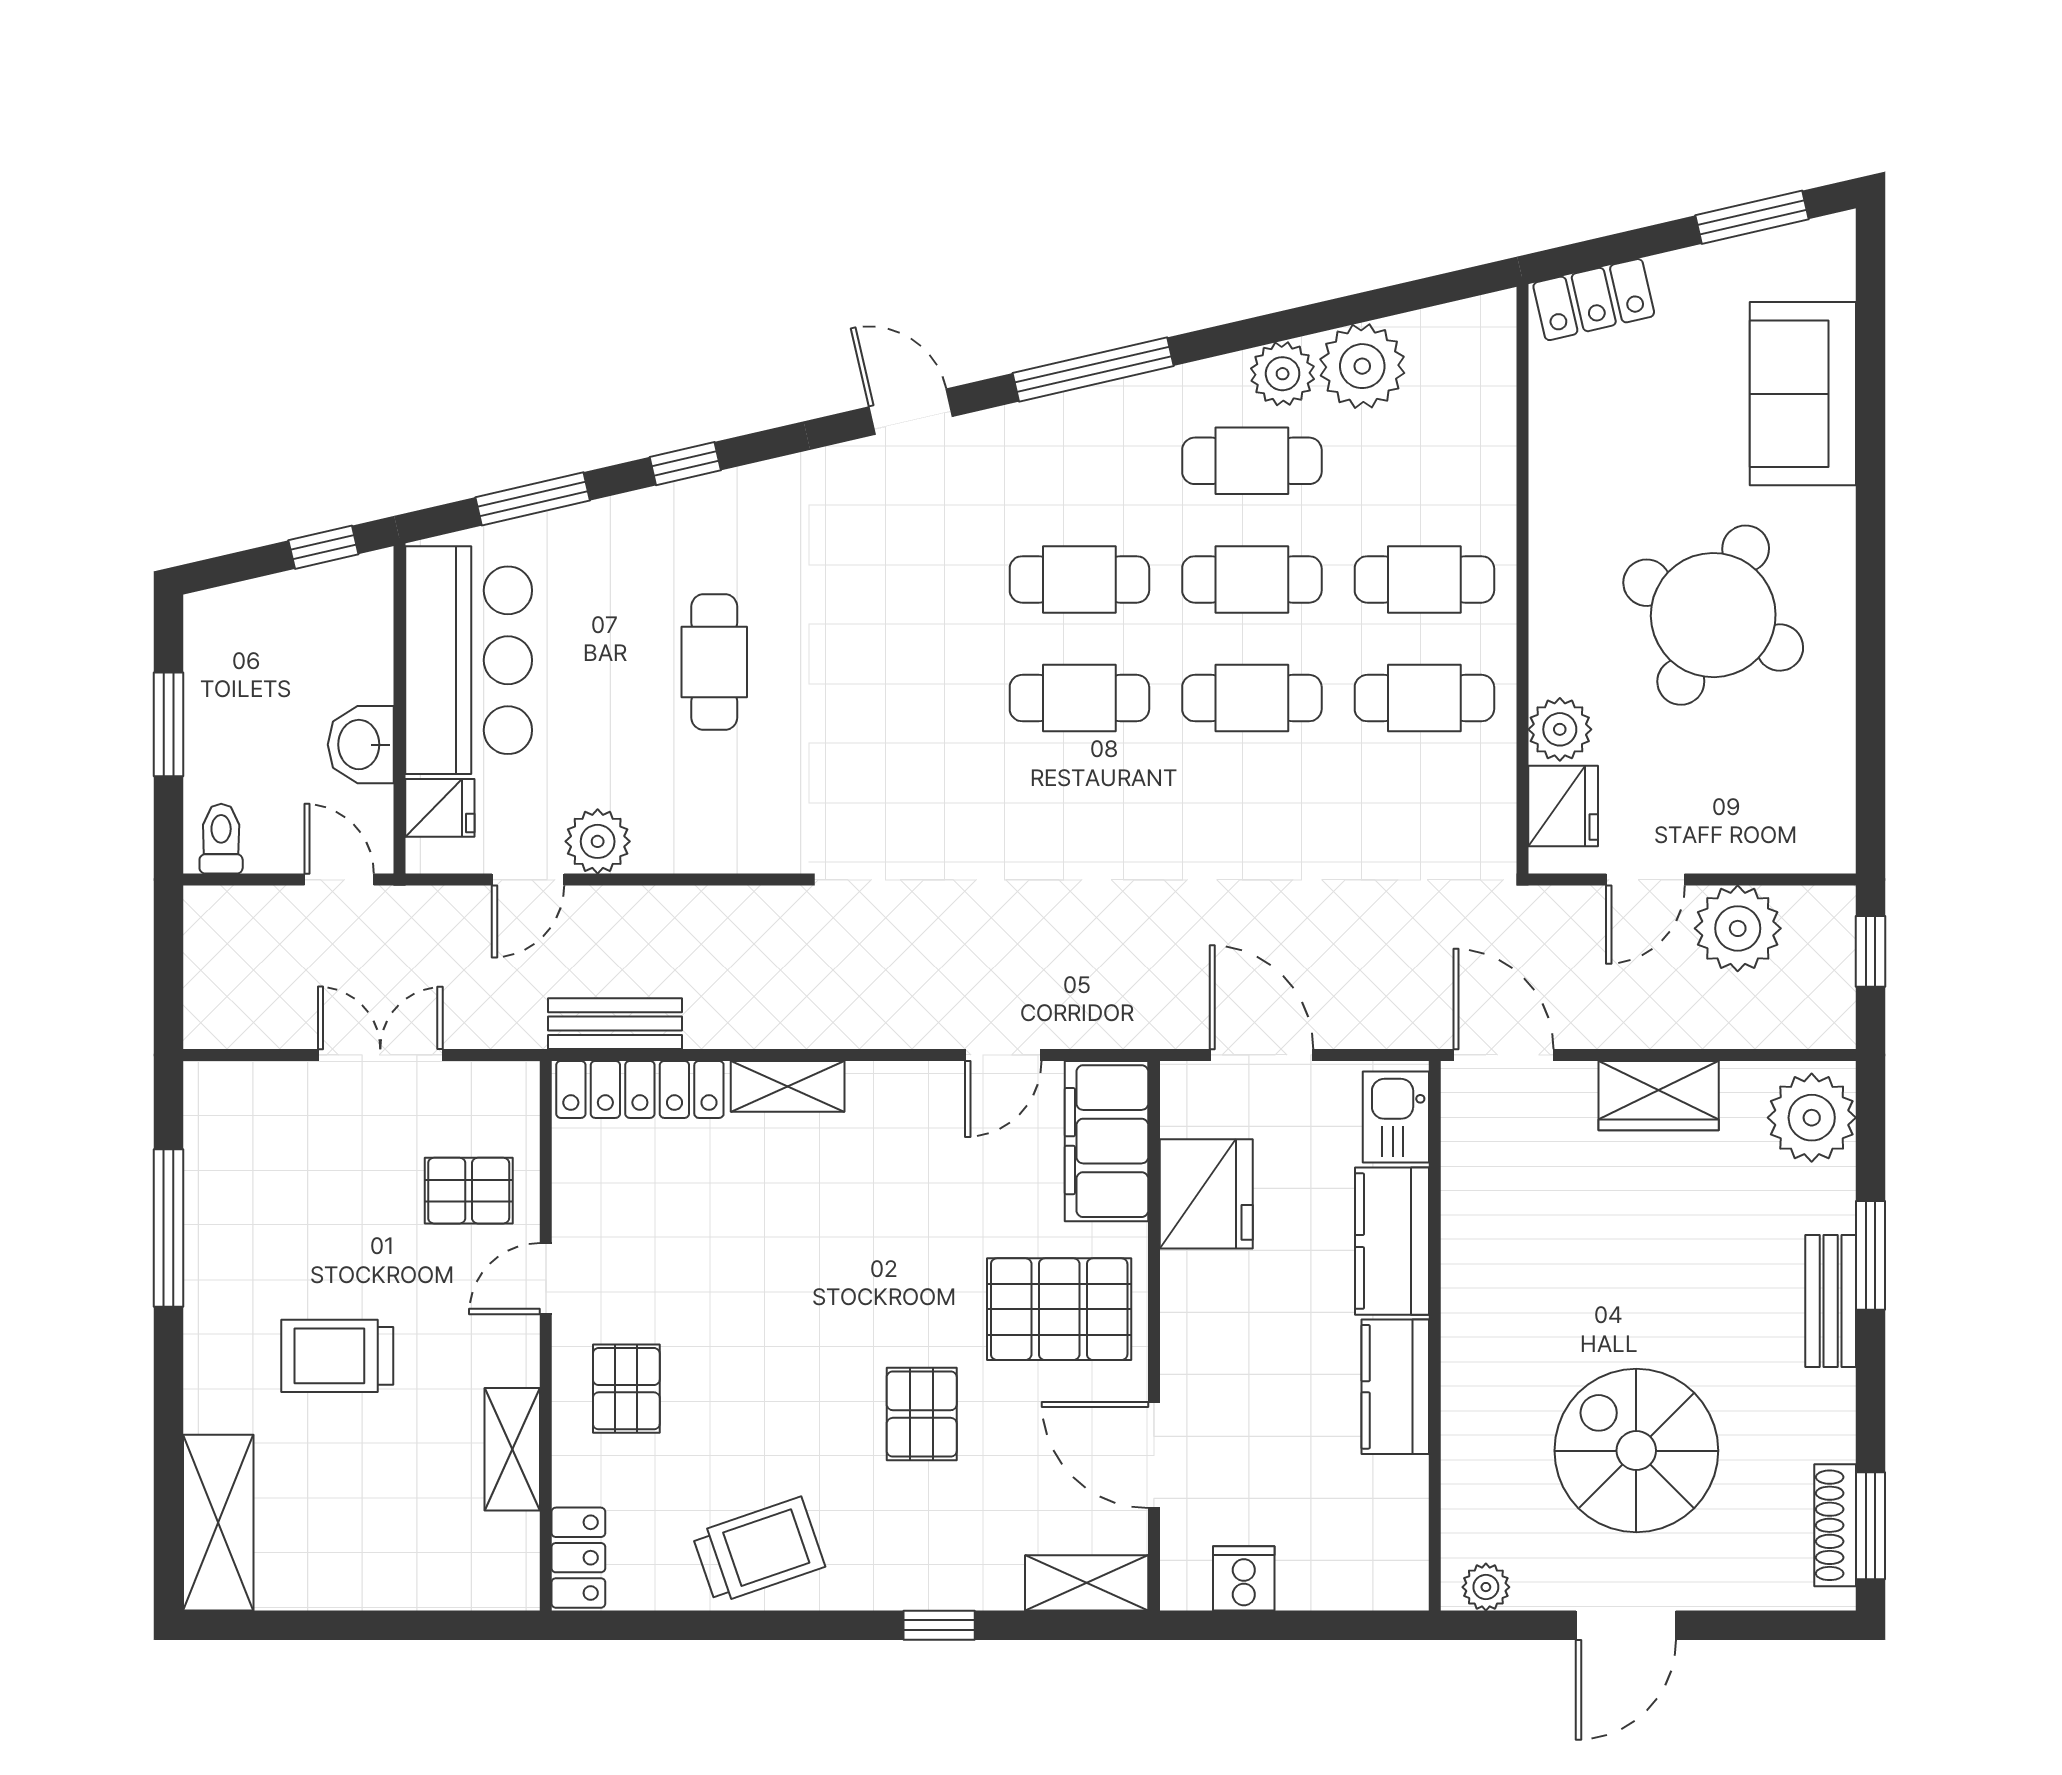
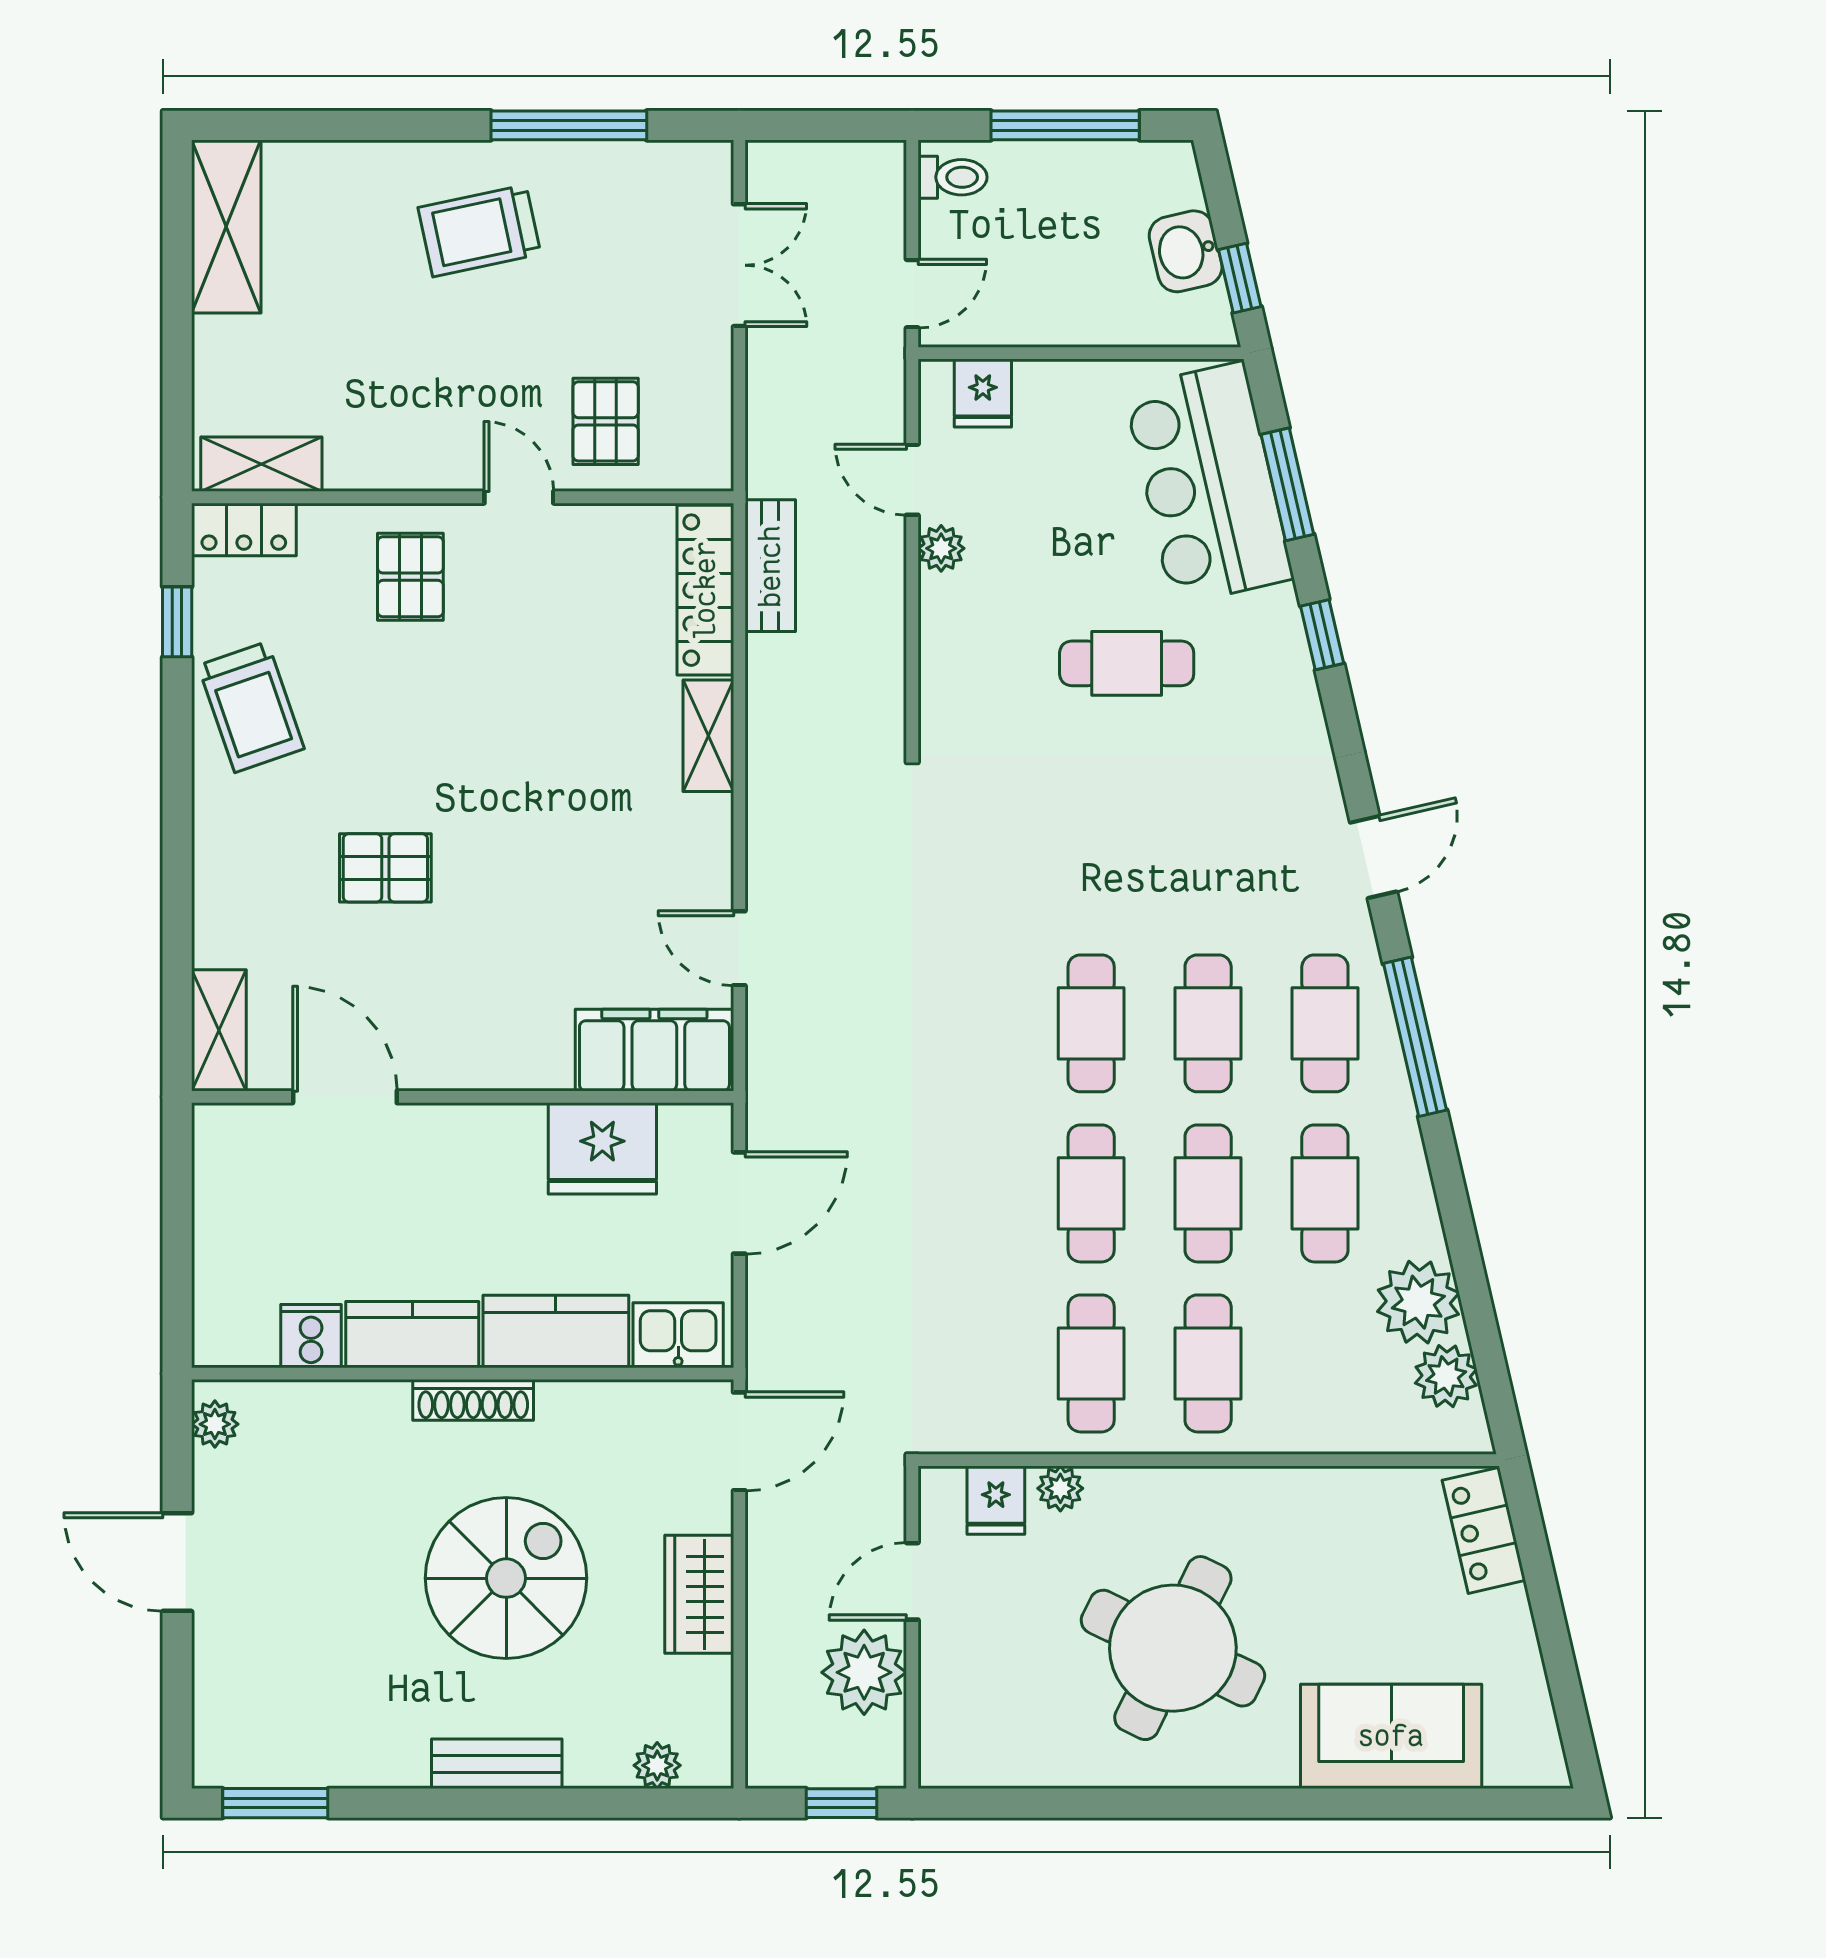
window: (1752, 217) -> (1565, 1686), removed
plant: (1283, 374) -> (1446, 1376), moved
cafe table: (1079, 461) -> (1325, 1023), added
bar counter: (469, 660) -> (1208, 484), moved, turned 77
window: (168, 724) -> (1065, 125), width x1.44
plant: (1560, 729) -> (1060, 1488), width x0.73, depth x0.73
washbasin: (361, 745) -> (1186, 251), moved, turned -103
fridge: (1563, 806) -> (996, 1500), width x0.72
plant: (598, 841) -> (941, 548), width x0.73, depth x0.73
door: (1645, 880) -> (912, 1581), hinge flipped
double door: (380, 1055) -> (739, 265), moved
plant: (1812, 1118) -> (657, 1765), width x0.53, depth x0.53
window: (1870, 1255) -> (542, 1803), removed
pallet: (1059, 1309) -> (489, 1003), removed
trolley: (337, 1356) -> (479, 231), moved, turned -102
pallet: (626, 1389) -> (410, 577), turned 90
shelving: (512, 1449) -> (261, 464), moved
spiral stairs: (1636, 1451) -> (506, 1578), moved
door: (1154, 1455) -> (345, 1097), hinge flipped
shelving: (218, 1523) -> (226, 227), moved, turned 90
shoe rack: (1835, 1525) -> (473, 1400), moved, turned 180
cooker: (1244, 1578) -> (311, 1336), moved, turned -90
window: (939, 1625) -> (177, 622), moved

